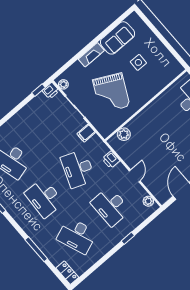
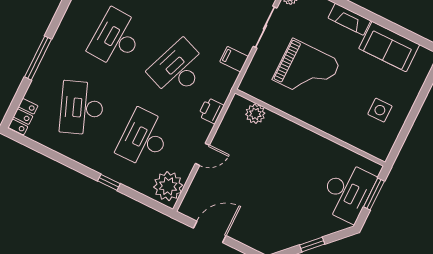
side table: (138, 62) -> (380, 110), moved
grand piano: (111, 93) -> (307, 71), turned -117
plant: (148, 201) -> (168, 186), width x1.87, depth x1.87

